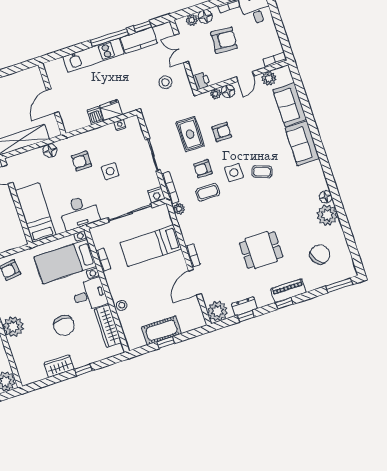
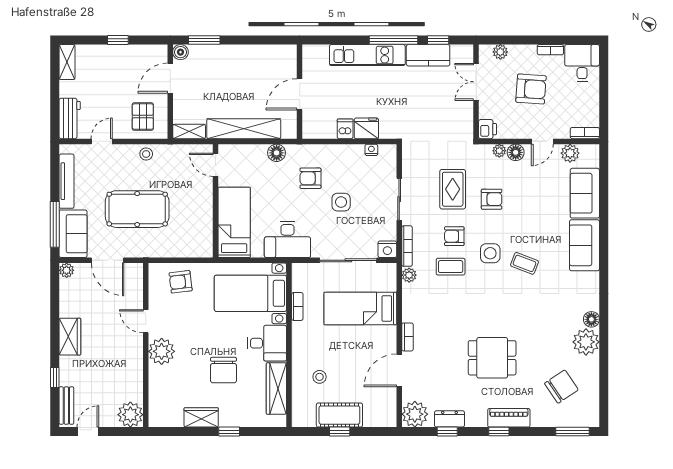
floor lamp: (205, 17) -> (518, 53), removed
stool: (165, 82) -> (443, 117), removed
stool: (122, 305) -> (320, 377), moved

